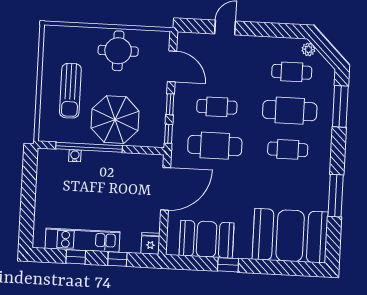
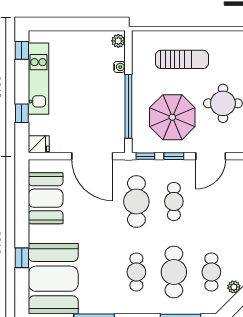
sun lounger: (70, 91) -> (182, 59), turned 180
parasol: (115, 120) -> (172, 117), moved
window: (89, 147) -> (128, 106), moved
plant: (48, 156) -> (118, 41), added
window: (76, 257) -> (22, 50), moved
window: (228, 265) -> (22, 258), moved

